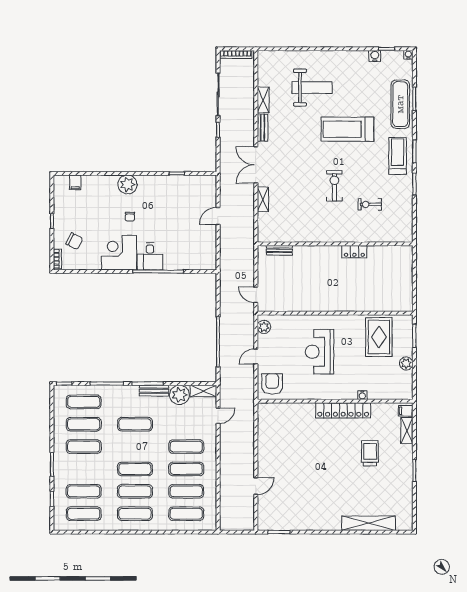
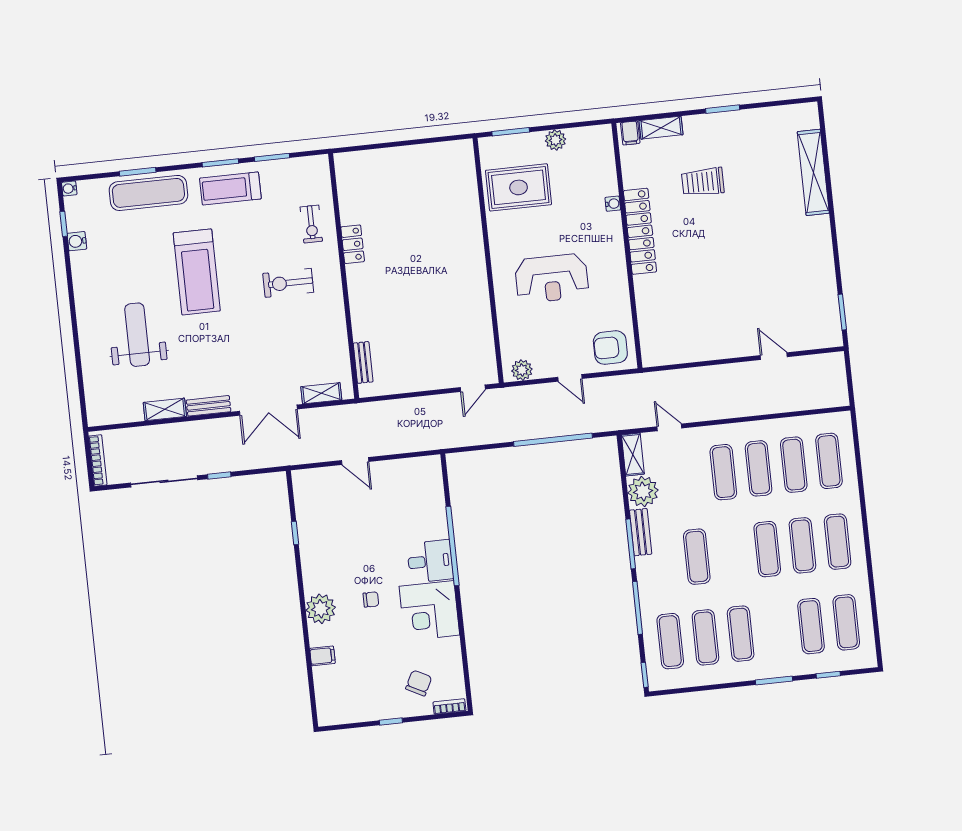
filing cabinet: (75, 182) -> (322, 656), moved
wall: (335, 244) -> (344, 276), moved
bench: (279, 250) -> (363, 362), moved
locker: (354, 252) -> (353, 244), moved

